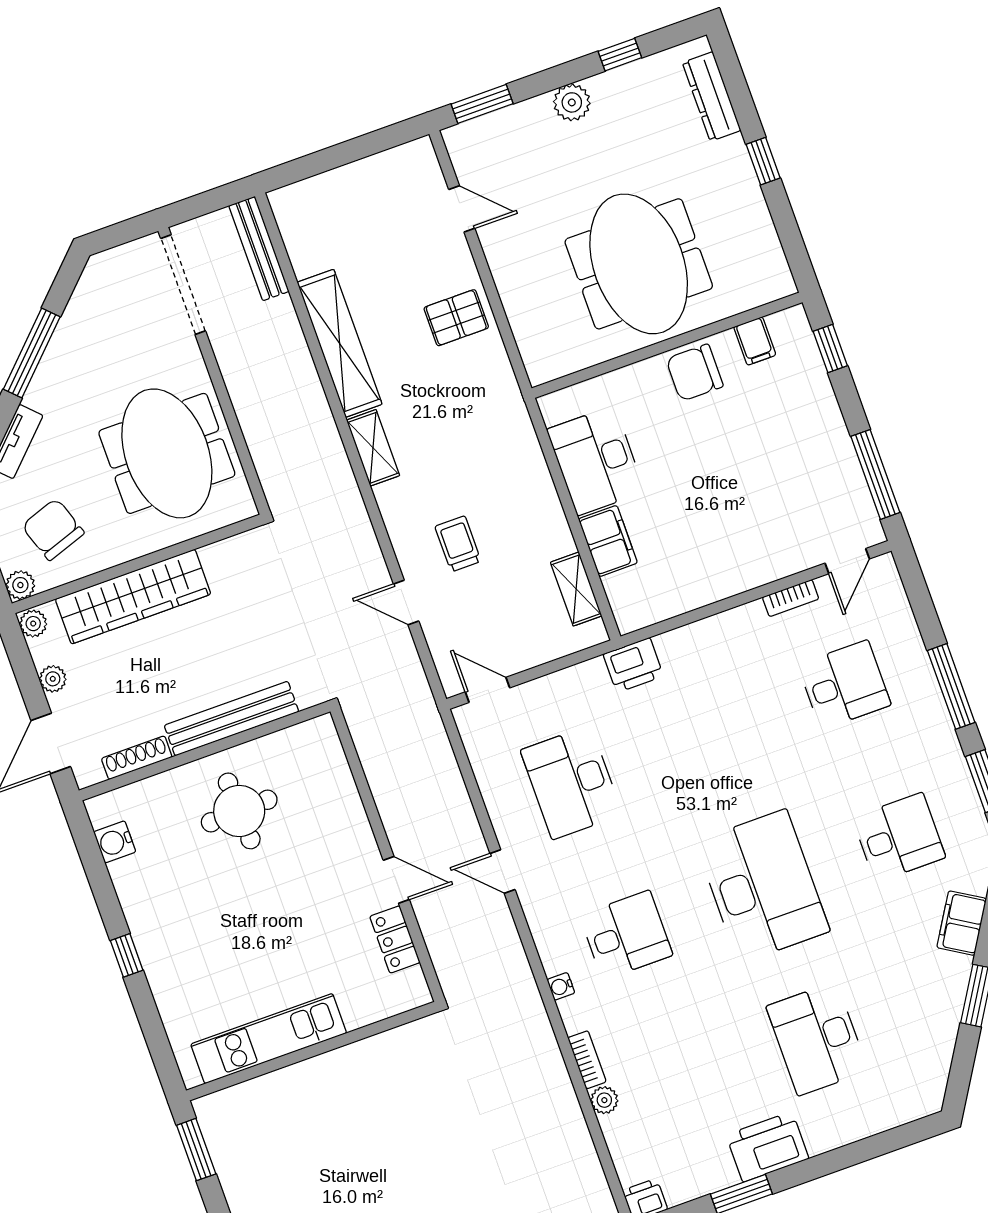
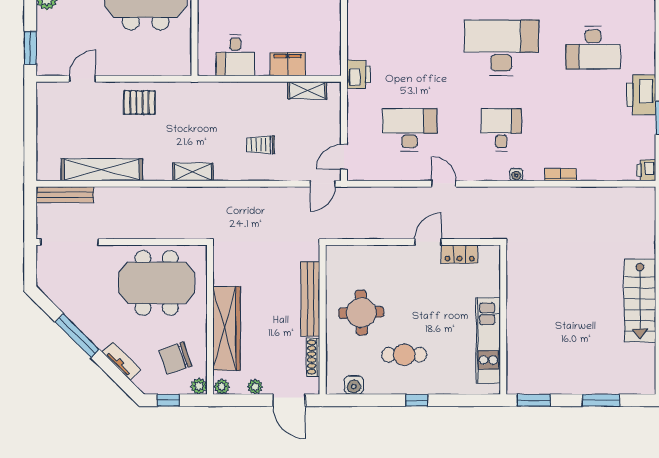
pallet: (456, 318) -> (139, 103), turned 90
shelving: (340, 343) -> (102, 170), moved
desk: (596, 461) -> (235, 55), width x0.73
door: (406, 603) -> (323, 184), moved
desk: (571, 782) -> (409, 130), turned 180
door: (502, 872) -> (444, 184), swing flipped
cafe table: (195, 908) -> (404, 355), added
plant: (604, 1100) -> (585, 173), removed

